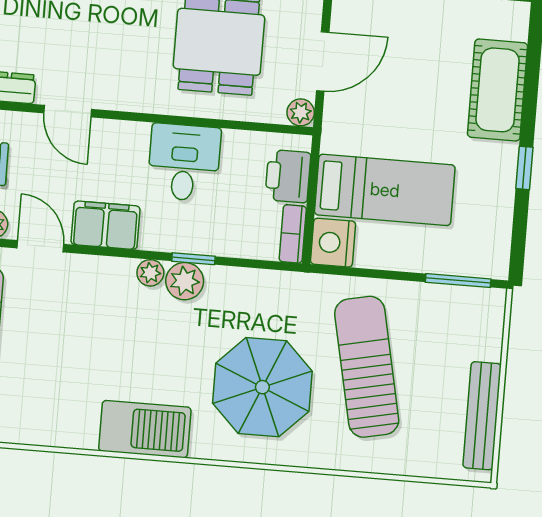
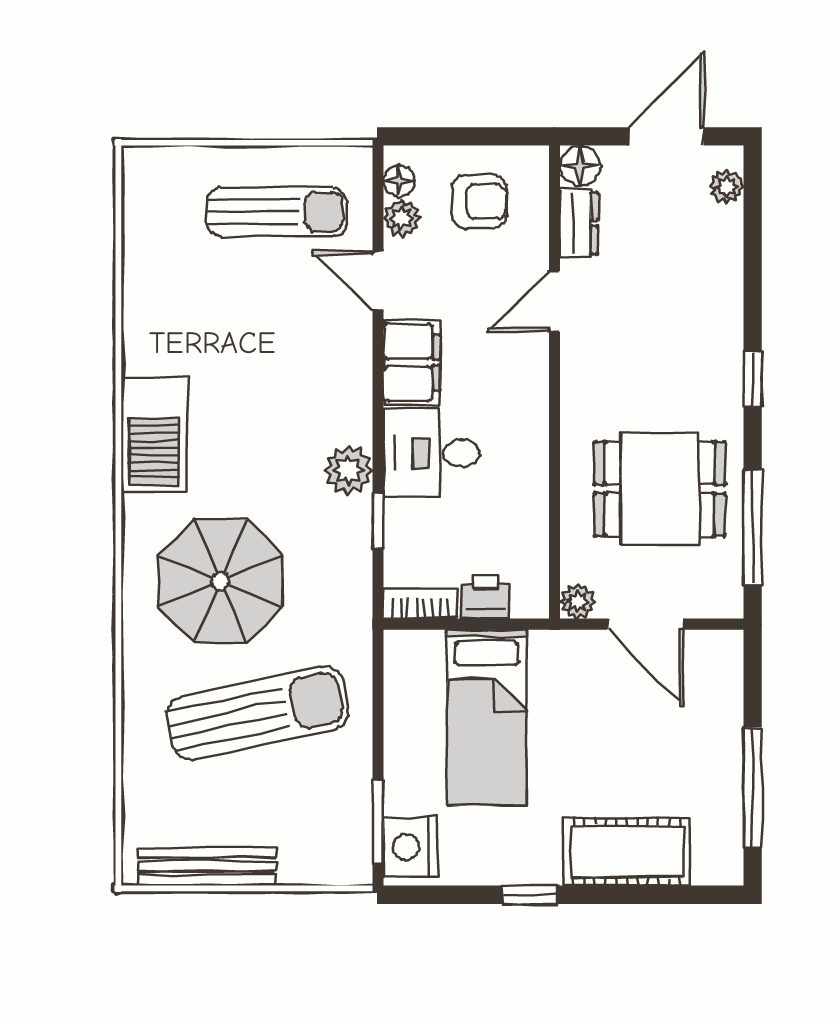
desk: (184, 162) -> (432, 453), moved, turned 180
printer: (288, 176) -> (485, 597), width x0.73, depth x0.81
nightstand: (333, 243) -> (410, 847), moved, turned -90
door: (40, 246) -> (378, 281), swing flipped
window: (193, 259) -> (378, 521), moved
plant: (150, 273) -> (355, 425), removed

